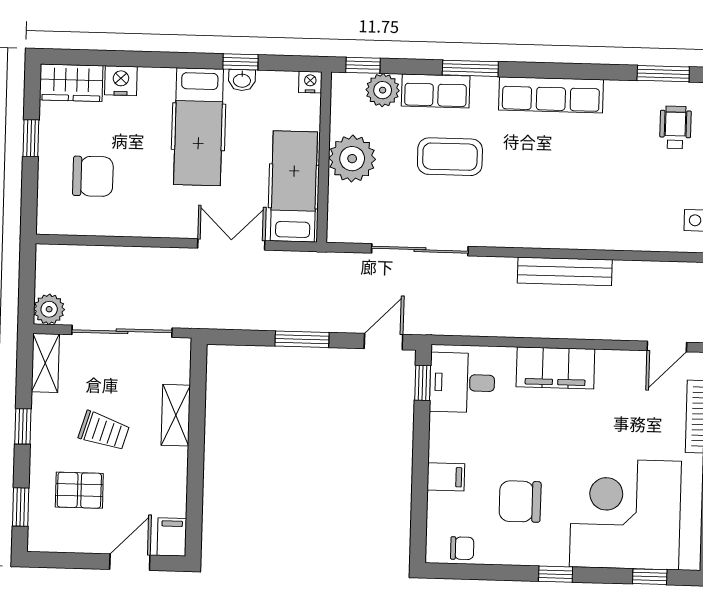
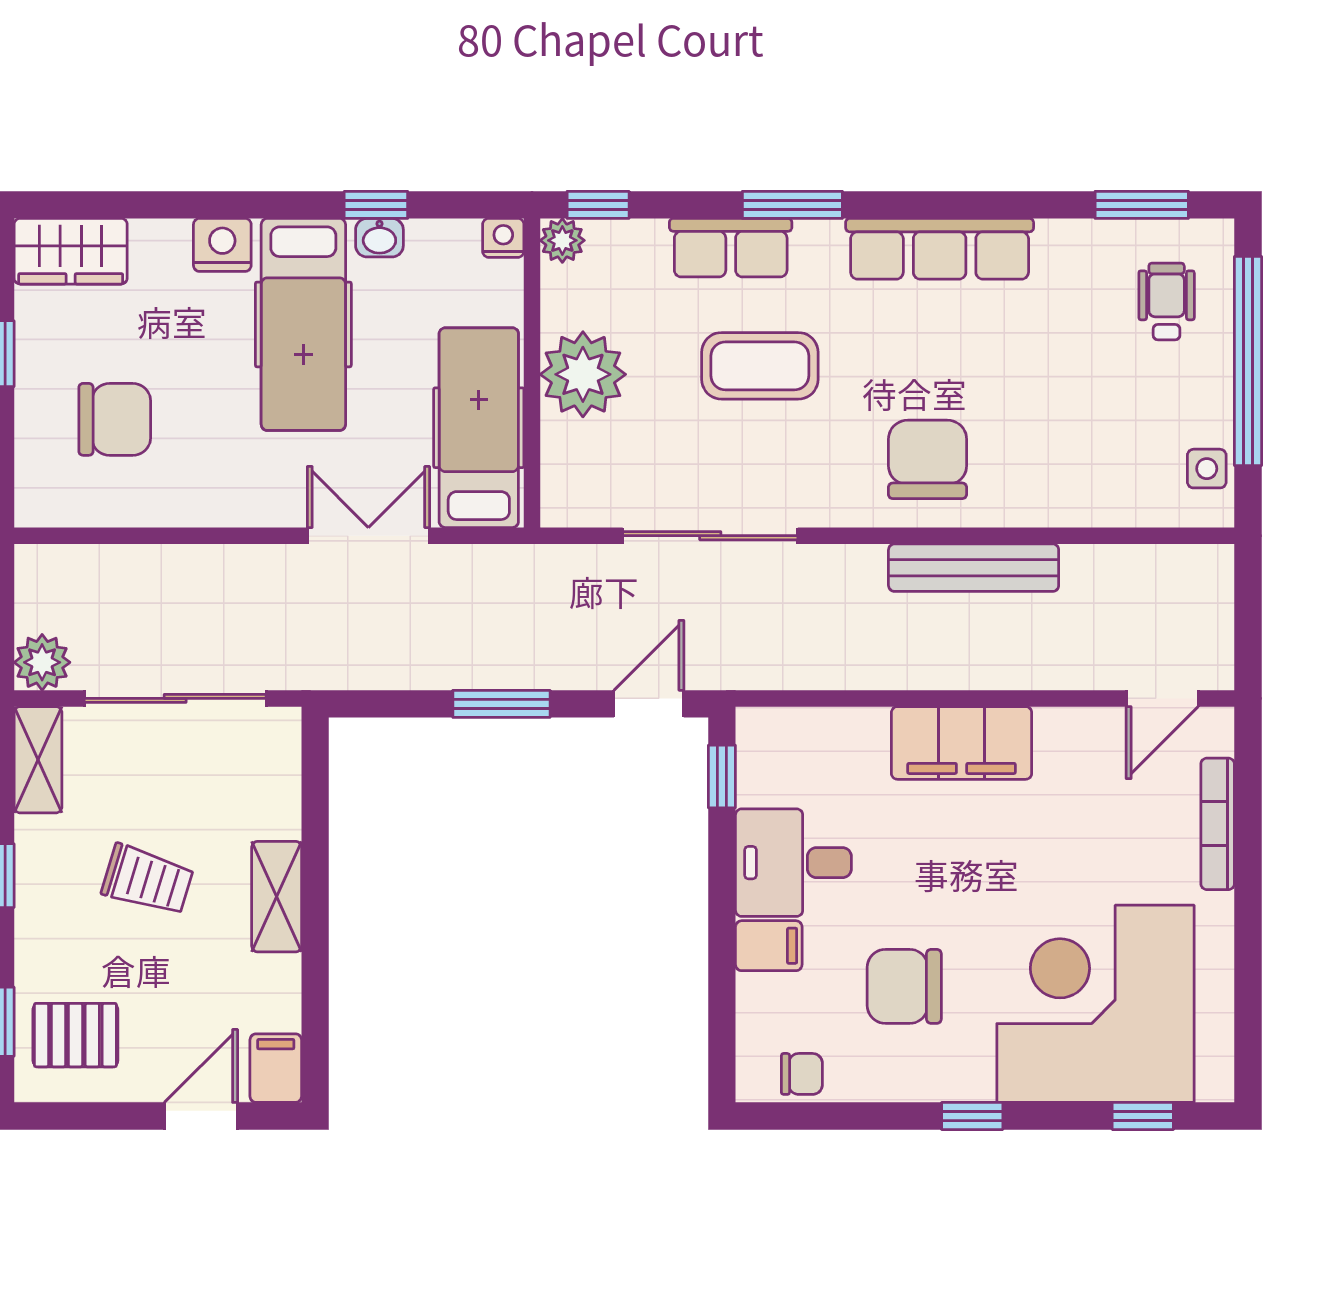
nightstand: (121, 81) -> (222, 245), moved
plant: (383, 90) -> (562, 240), moved, width x0.73, depth x0.73
chair: (541, 211) -> (928, 459), added
desk: (462, 383) -> (793, 863), moved
shelving: (176, 415) -> (277, 897), moved
pallet: (79, 490) -> (75, 1035), moved

